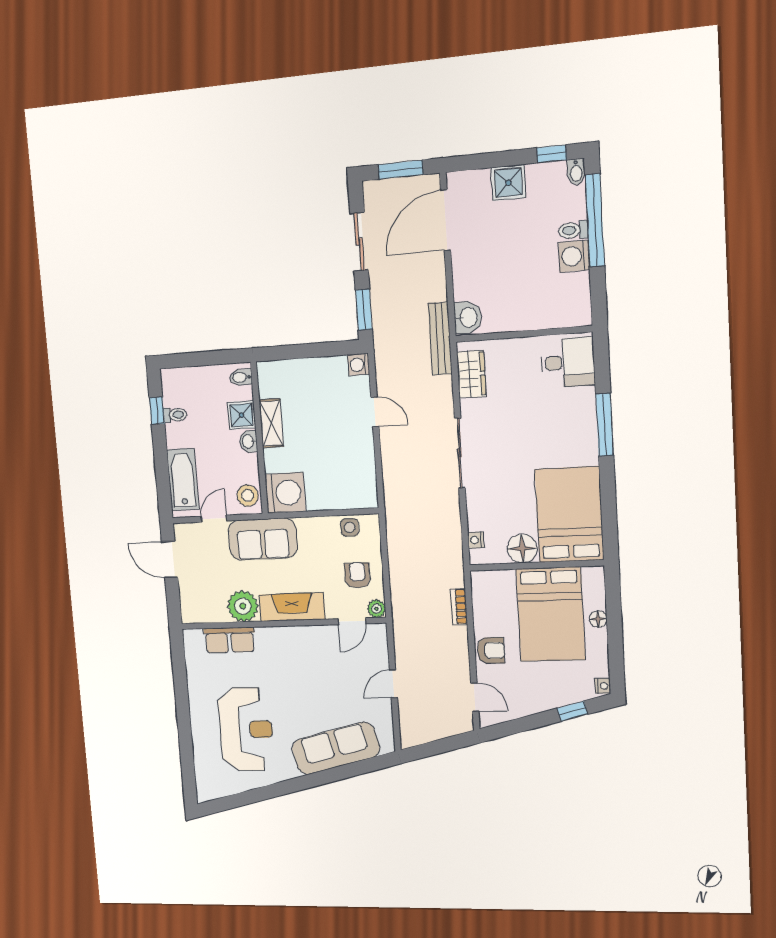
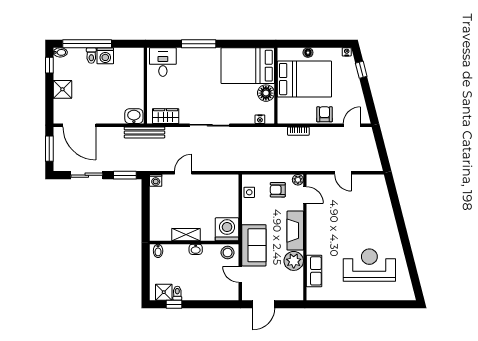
shower: (242, 415) -> (164, 292), moved
bathtub: (183, 479) -> (216, 292), removed
sofa: (336, 748) -> (382, 210), removed

